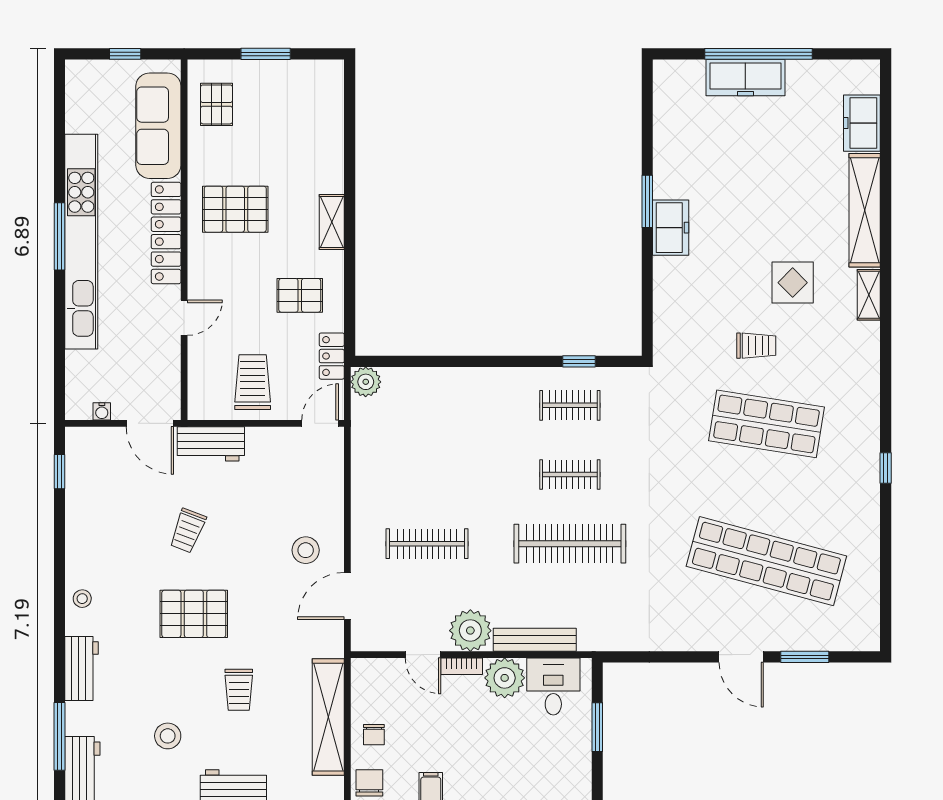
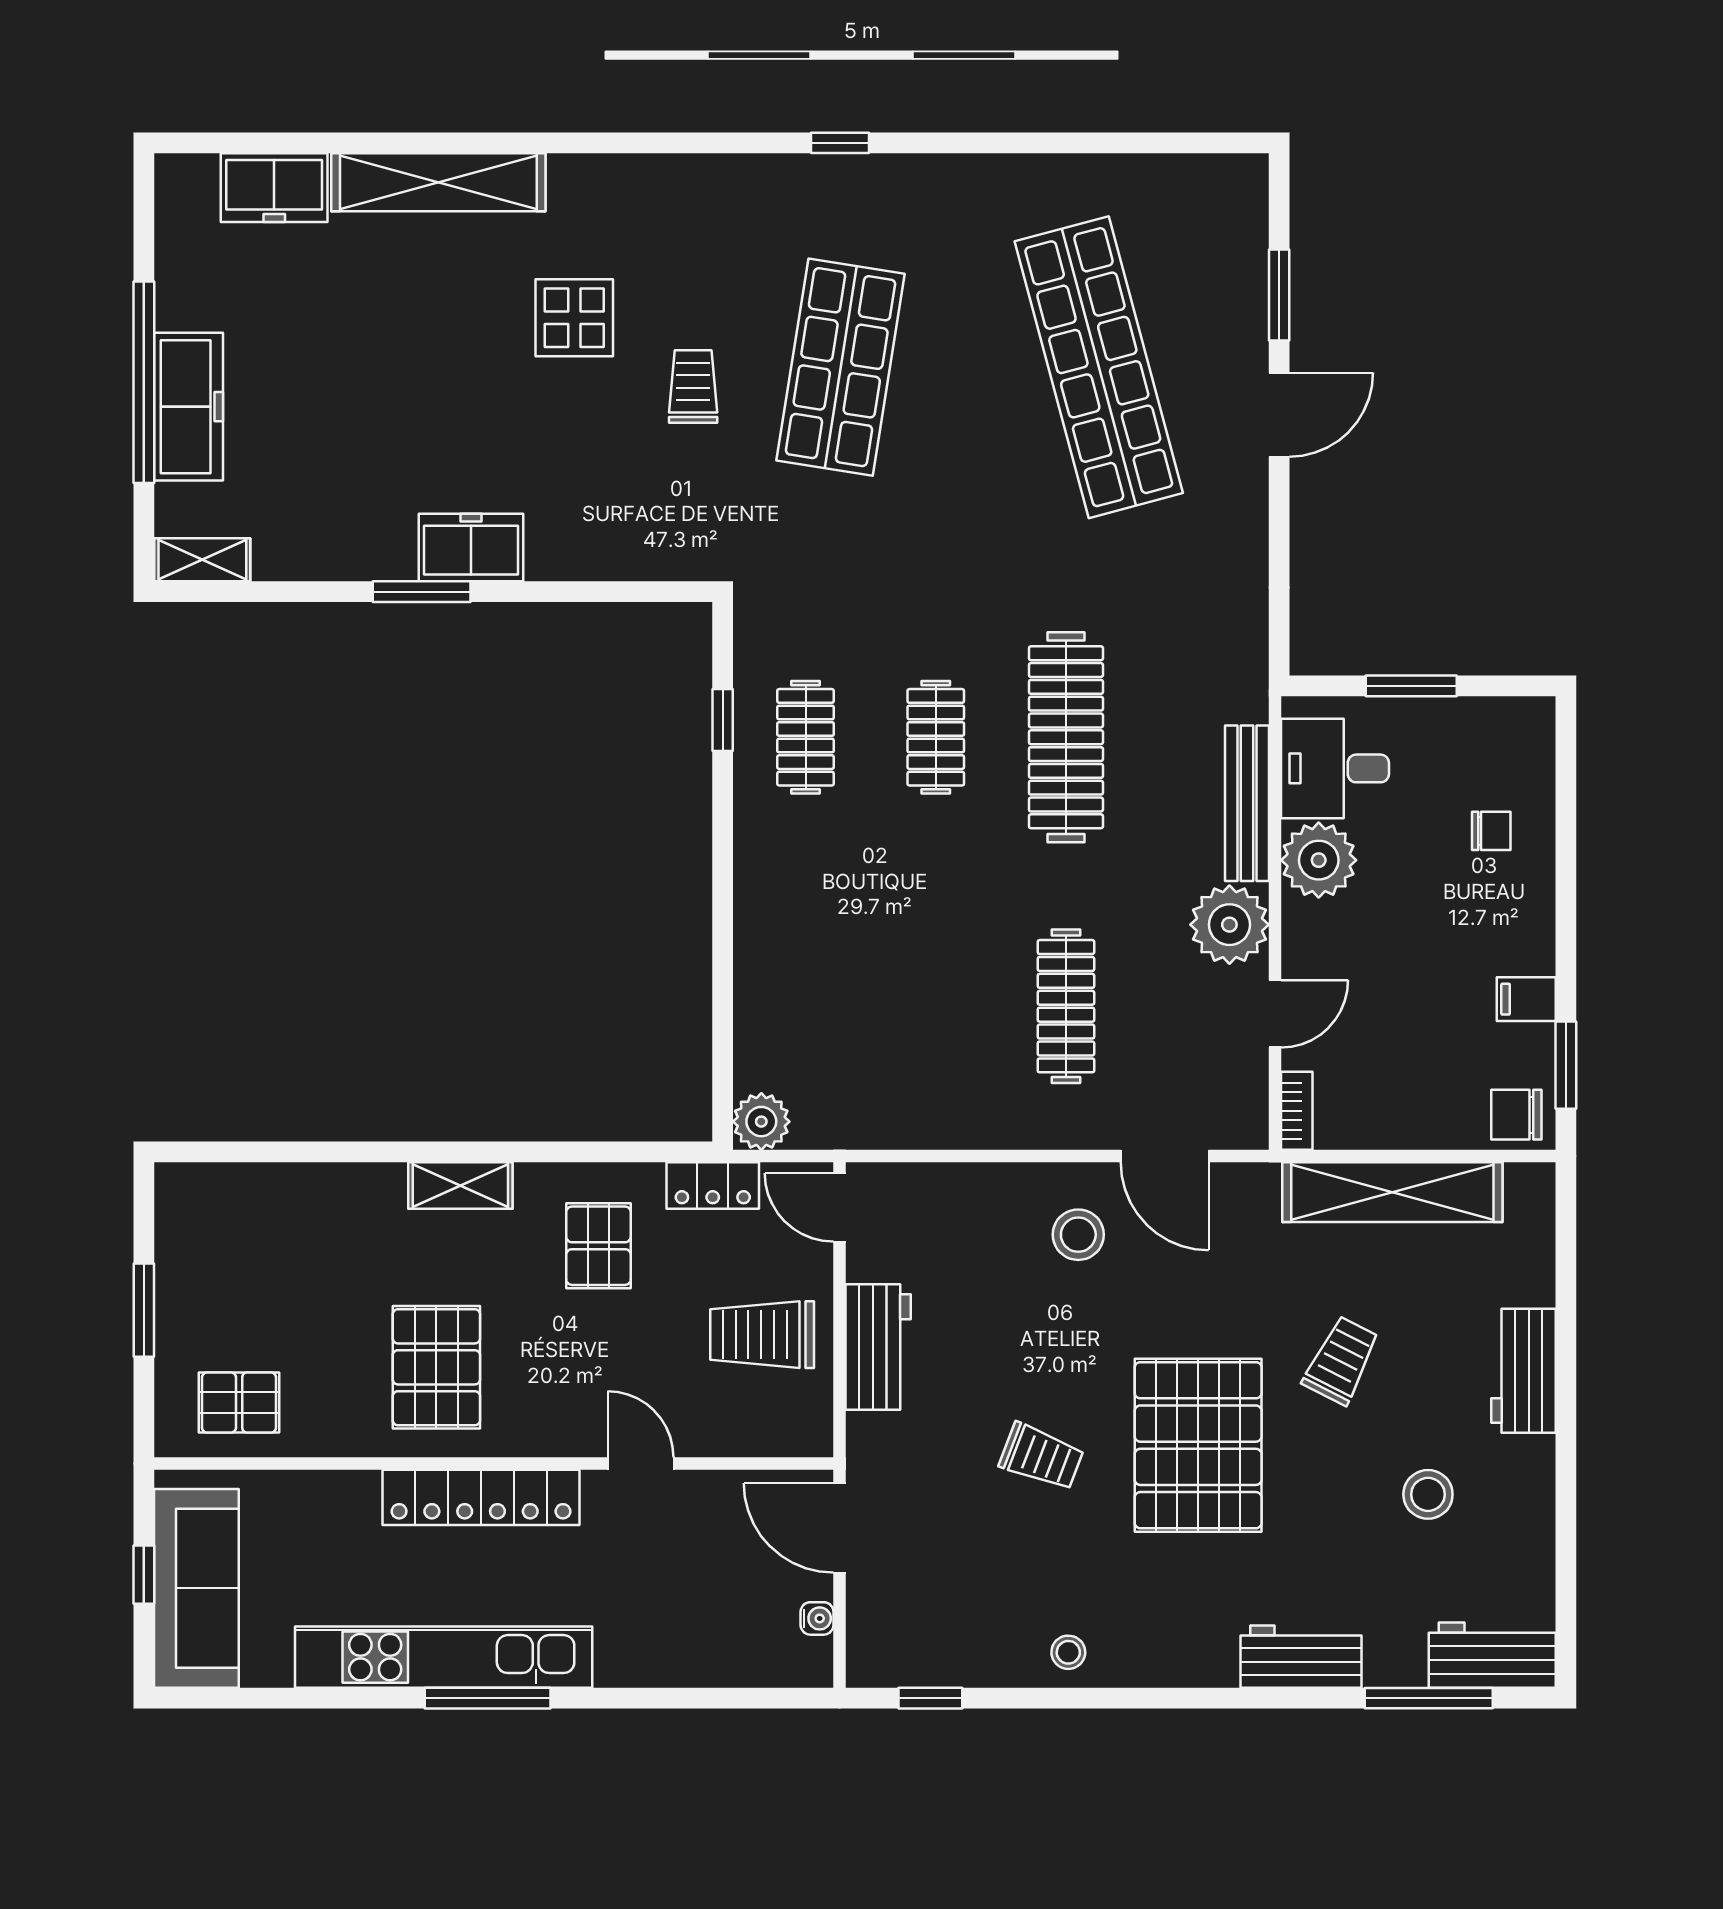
sofa: (158, 126) -> (196, 1588), moved, turned -90
kitchen unit: (81, 242) -> (444, 1657), width x0.73
shelving: (869, 295) -> (202, 560), moved
door: (150, 423) -> (839, 1528), swing flipped
workbench: (211, 444) -> (878, 1347), moved
window: (886, 468) -> (840, 143), moved
shop shelf: (766, 561) -> (1099, 367), turned -30
stool: (82, 599) -> (1068, 1652), moved
pallet: (194, 614) -> (1198, 1445), width x1.37, depth x1.41
bookcase: (462, 666) -> (1297, 1111), moved
trolley: (239, 690) -> (1341, 1360), turned -63
chair: (374, 735) -> (1491, 831), moved

